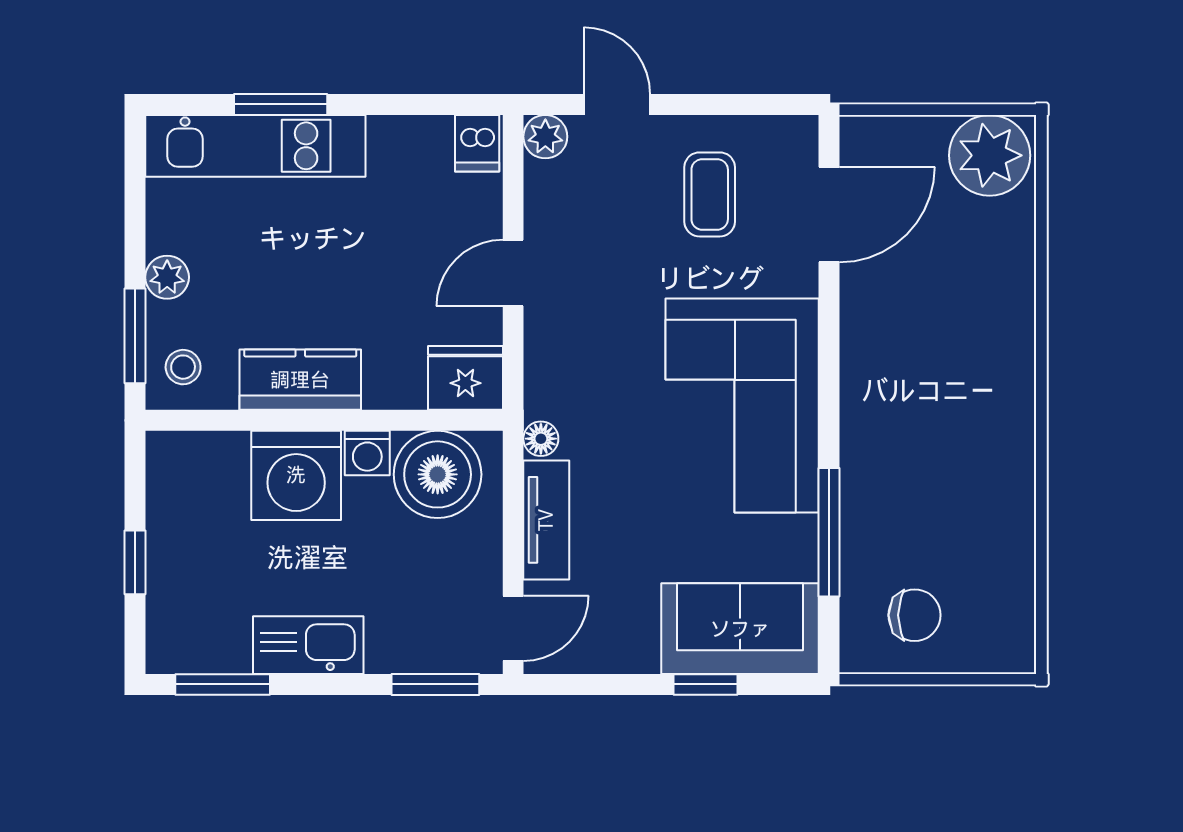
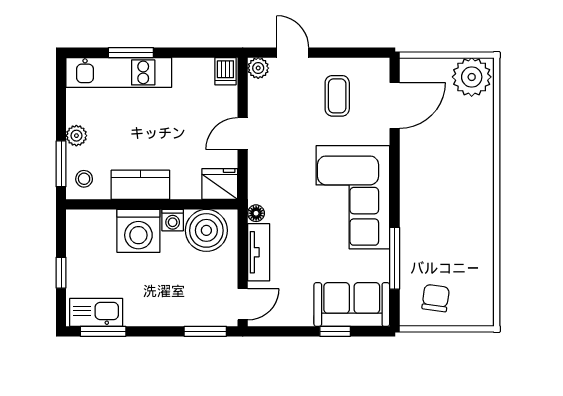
chair: (915, 615) -> (436, 298), turned -82
kitchen sink: (308, 645) -> (96, 312), moved

